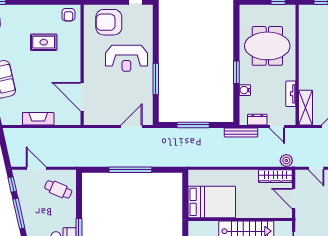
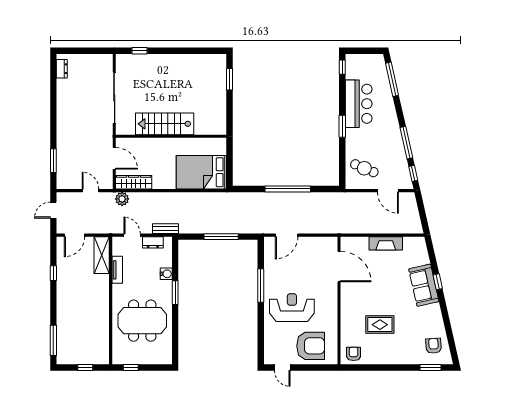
bench: (241, 133) -> (165, 229), width x0.73
bed: (212, 202) -> (201, 172), moved

